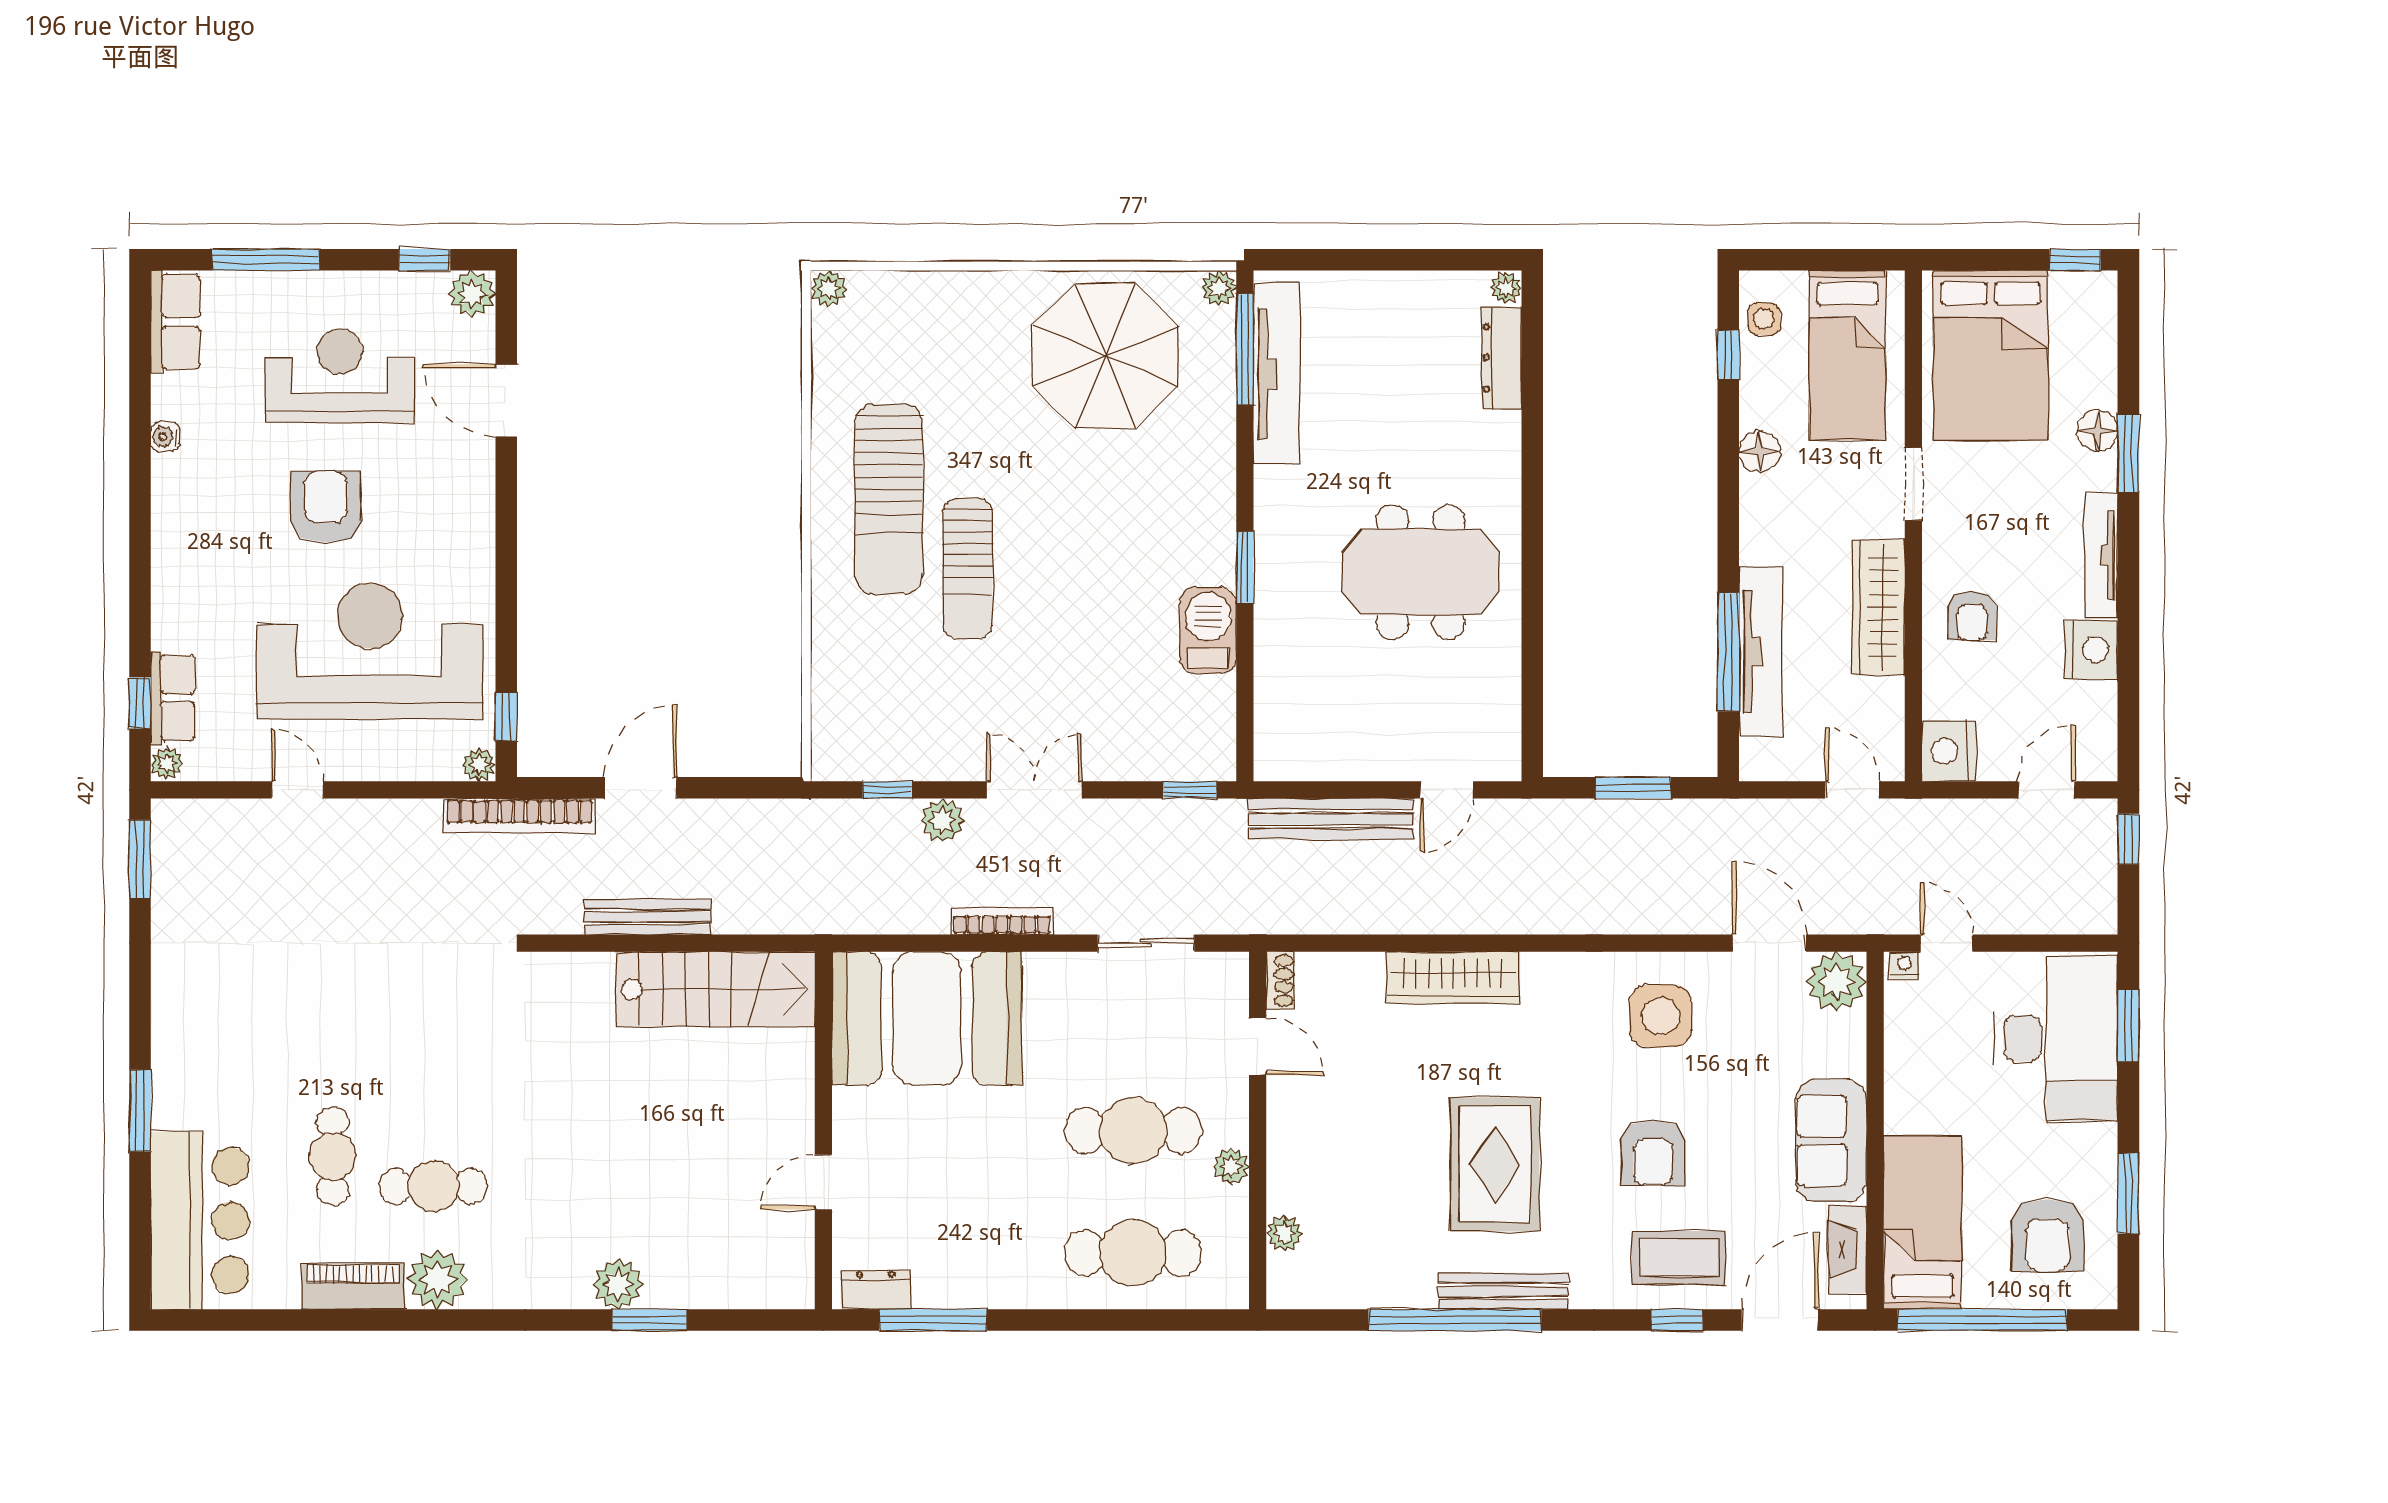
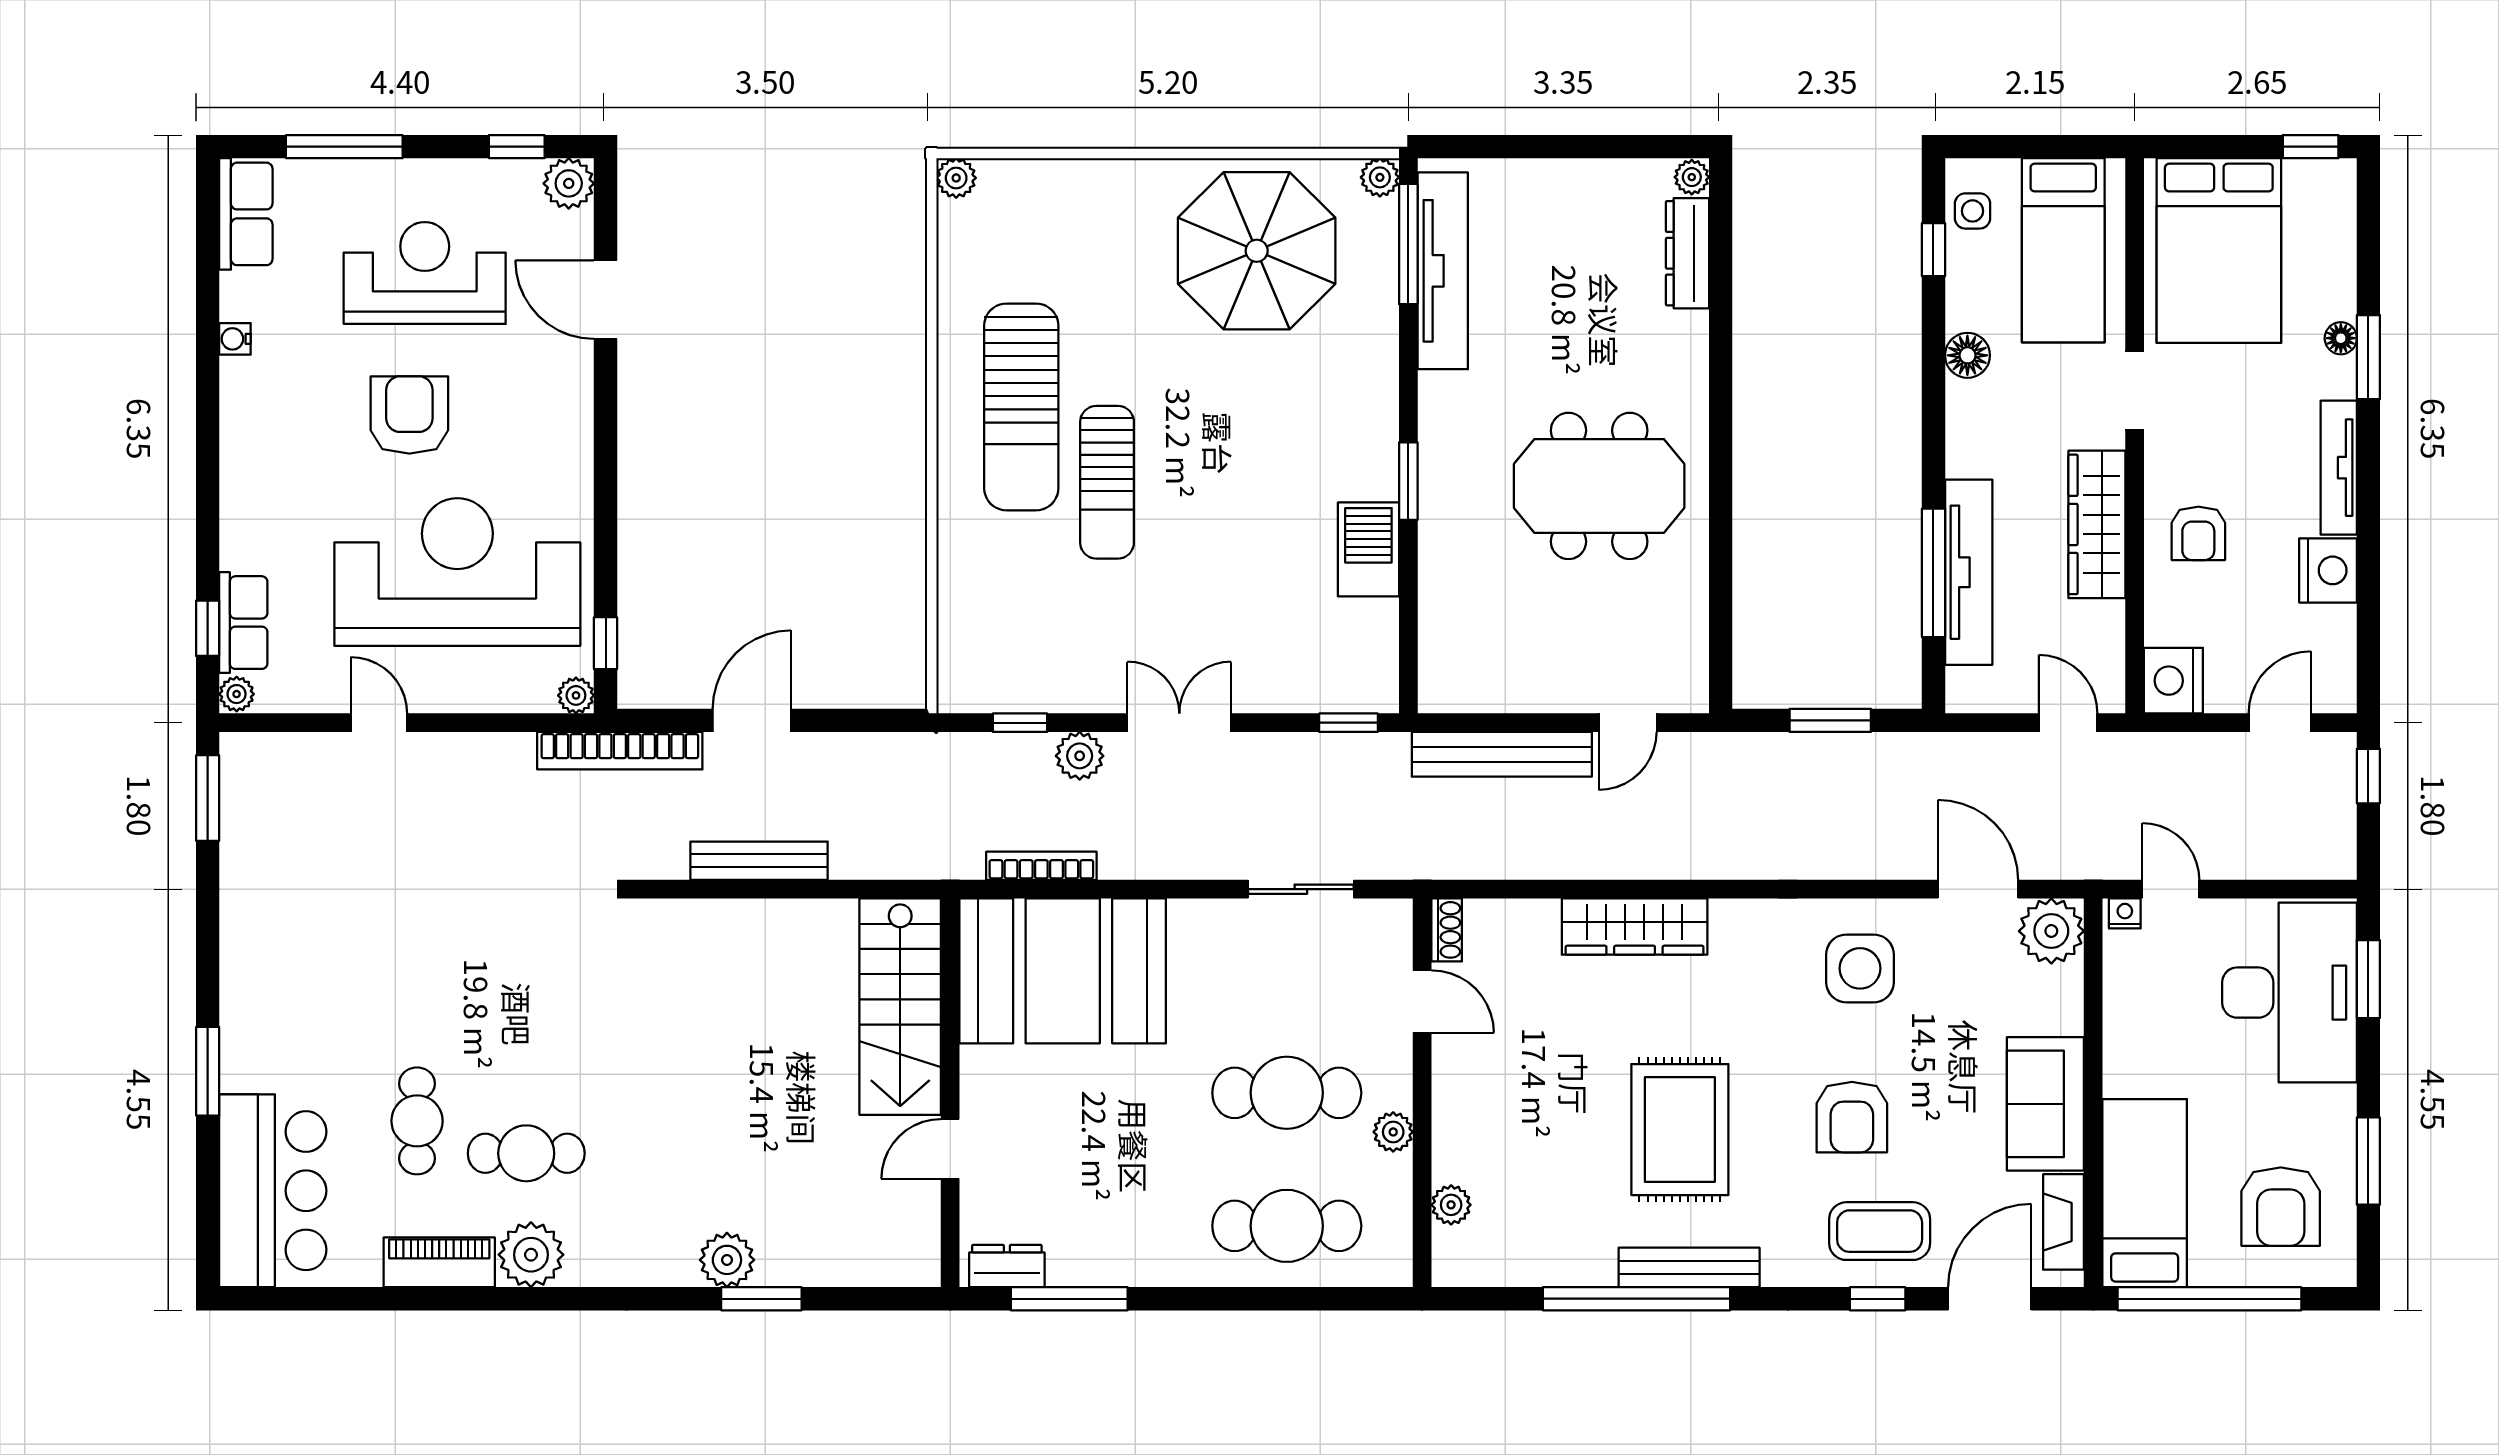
floor lamp: (2097, 431) -> (2341, 338), width x0.73, depth x0.73
bookcase: (1002, 922) -> (1041, 866), moved
stairs: (715, 989) -> (900, 1007), moved, turned 90

